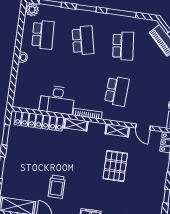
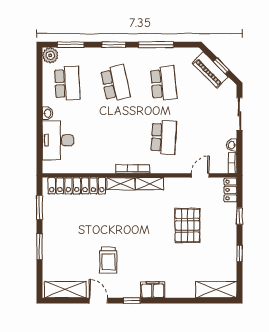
desk: (57, 100) -> (58, 140), moved, turned 90
door: (143, 127) -> (200, 175), swing flipped
shelving: (117, 130) -> (150, 184), moved
pallet: (115, 166) -> (187, 225), moved

